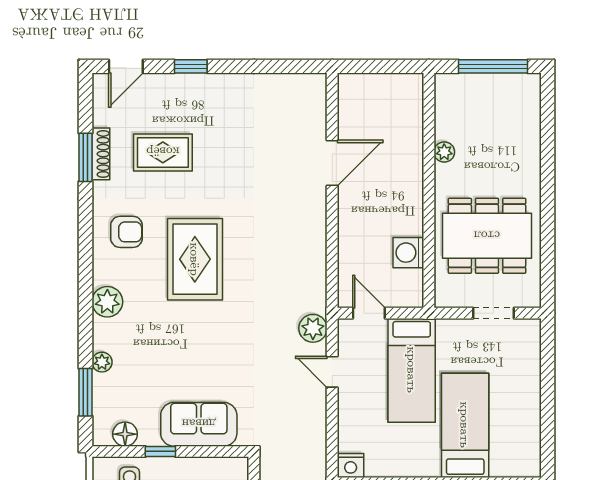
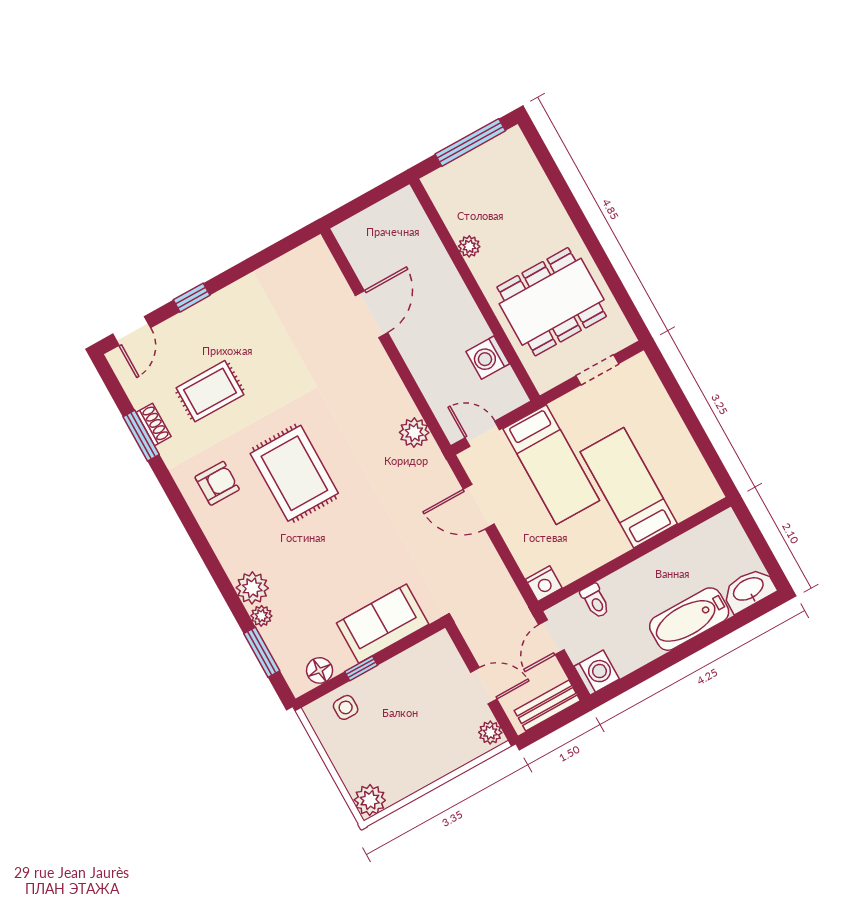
shoe rack: (101, 154) -> (154, 424), width x0.70
plant: (107, 302) -> (252, 588), moved
plant: (313, 328) -> (414, 432), moved
door: (332, 372) -> (479, 507), width x1.38

